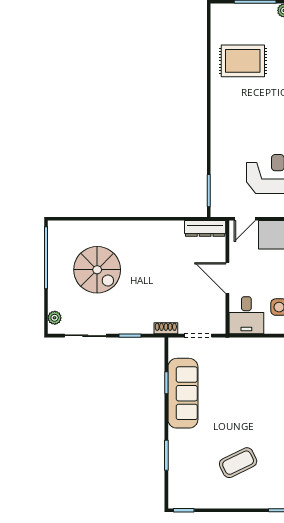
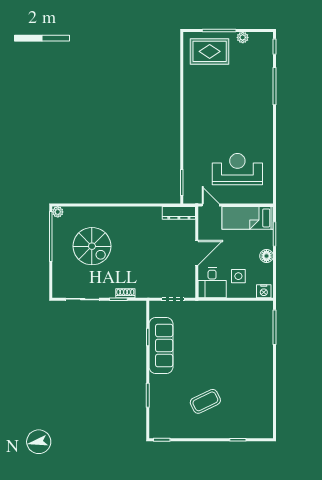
rug: (243, 61) -> (210, 51), moved
door: (245, 219) -> (211, 205), swing flipped
door: (227, 278) -> (197, 253), swing flipped
plant: (55, 318) -> (58, 212), moved
shoe rack: (166, 328) -> (125, 293), moved

